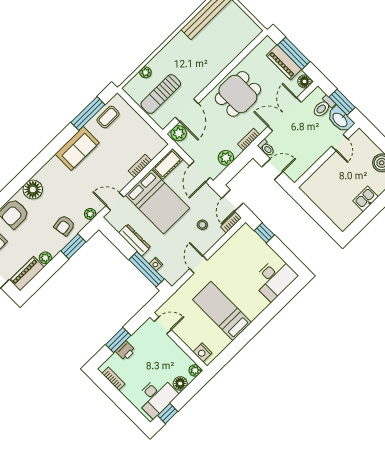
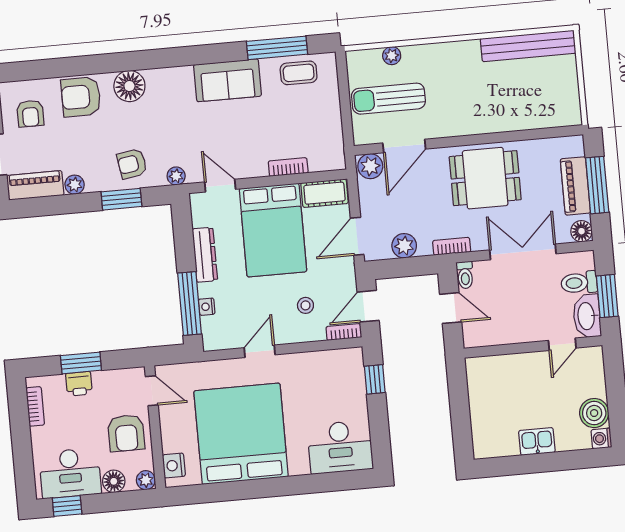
bed: (222, 311) -> (241, 434), width x2.04
armchair: (167, 356) -> (126, 433), added

